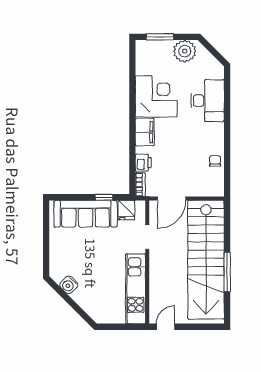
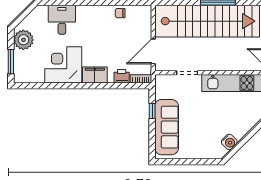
desk: (208, 101) -> (62, 20), width x0.73
door: (172, 198) -> (153, 51), swing flipped
fridge: (127, 210) -> (163, 91), removed

